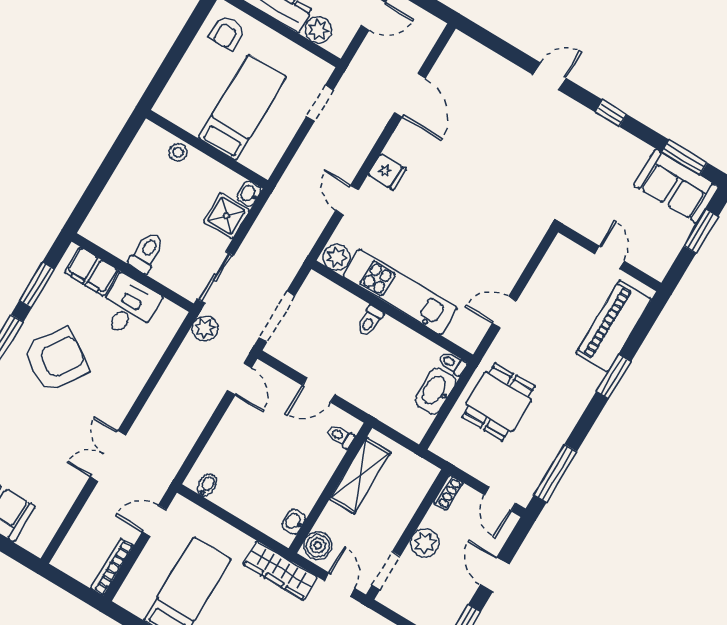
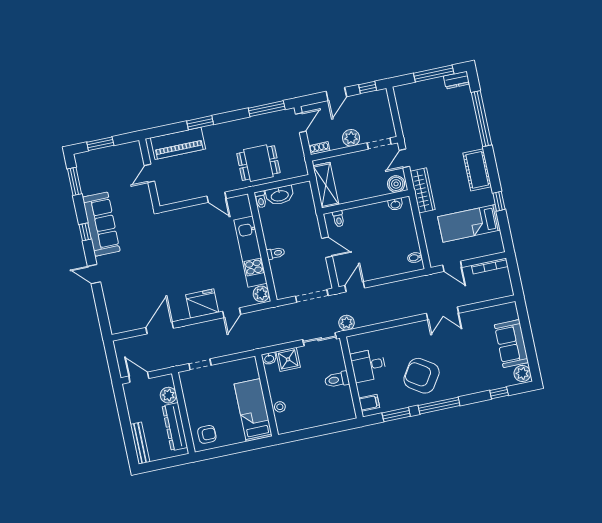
bed: (242, 108) -> (253, 410), moved, turned 90
fridge: (387, 172) -> (202, 304), width x1.88, depth x1.34
sofa: (676, 186) -> (101, 224), moved, width x1.36
filing cabinet: (92, 271) -> (369, 403), width x0.50
shelving: (360, 476) -> (326, 185), moved, turned 90

